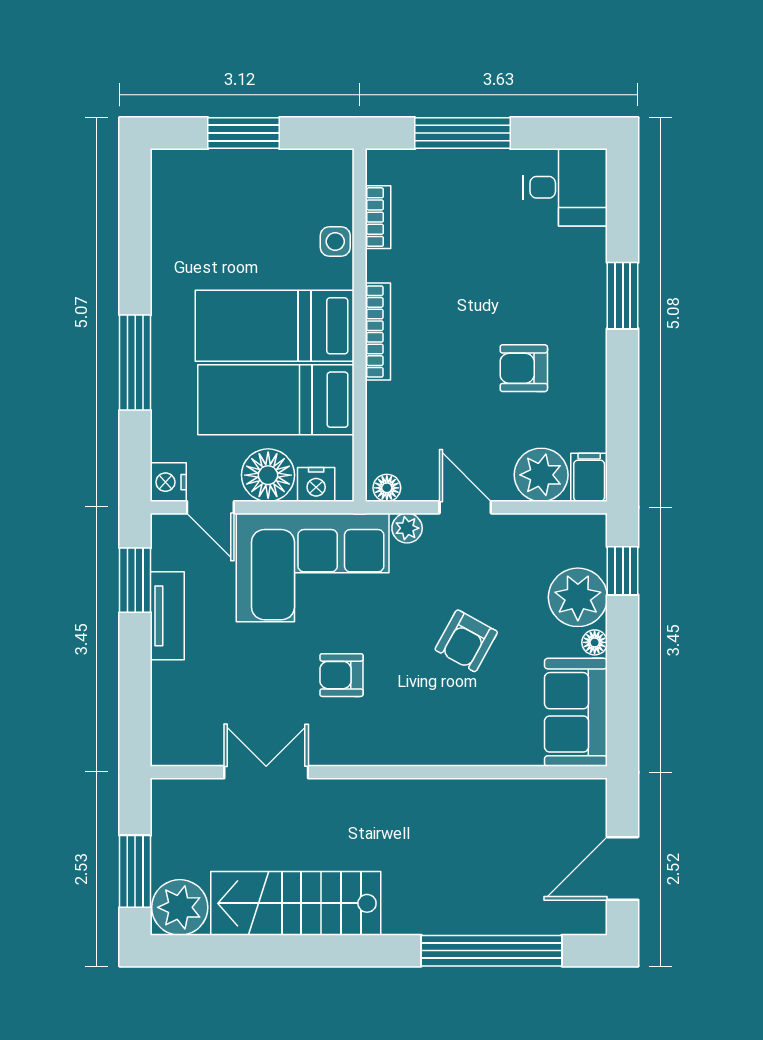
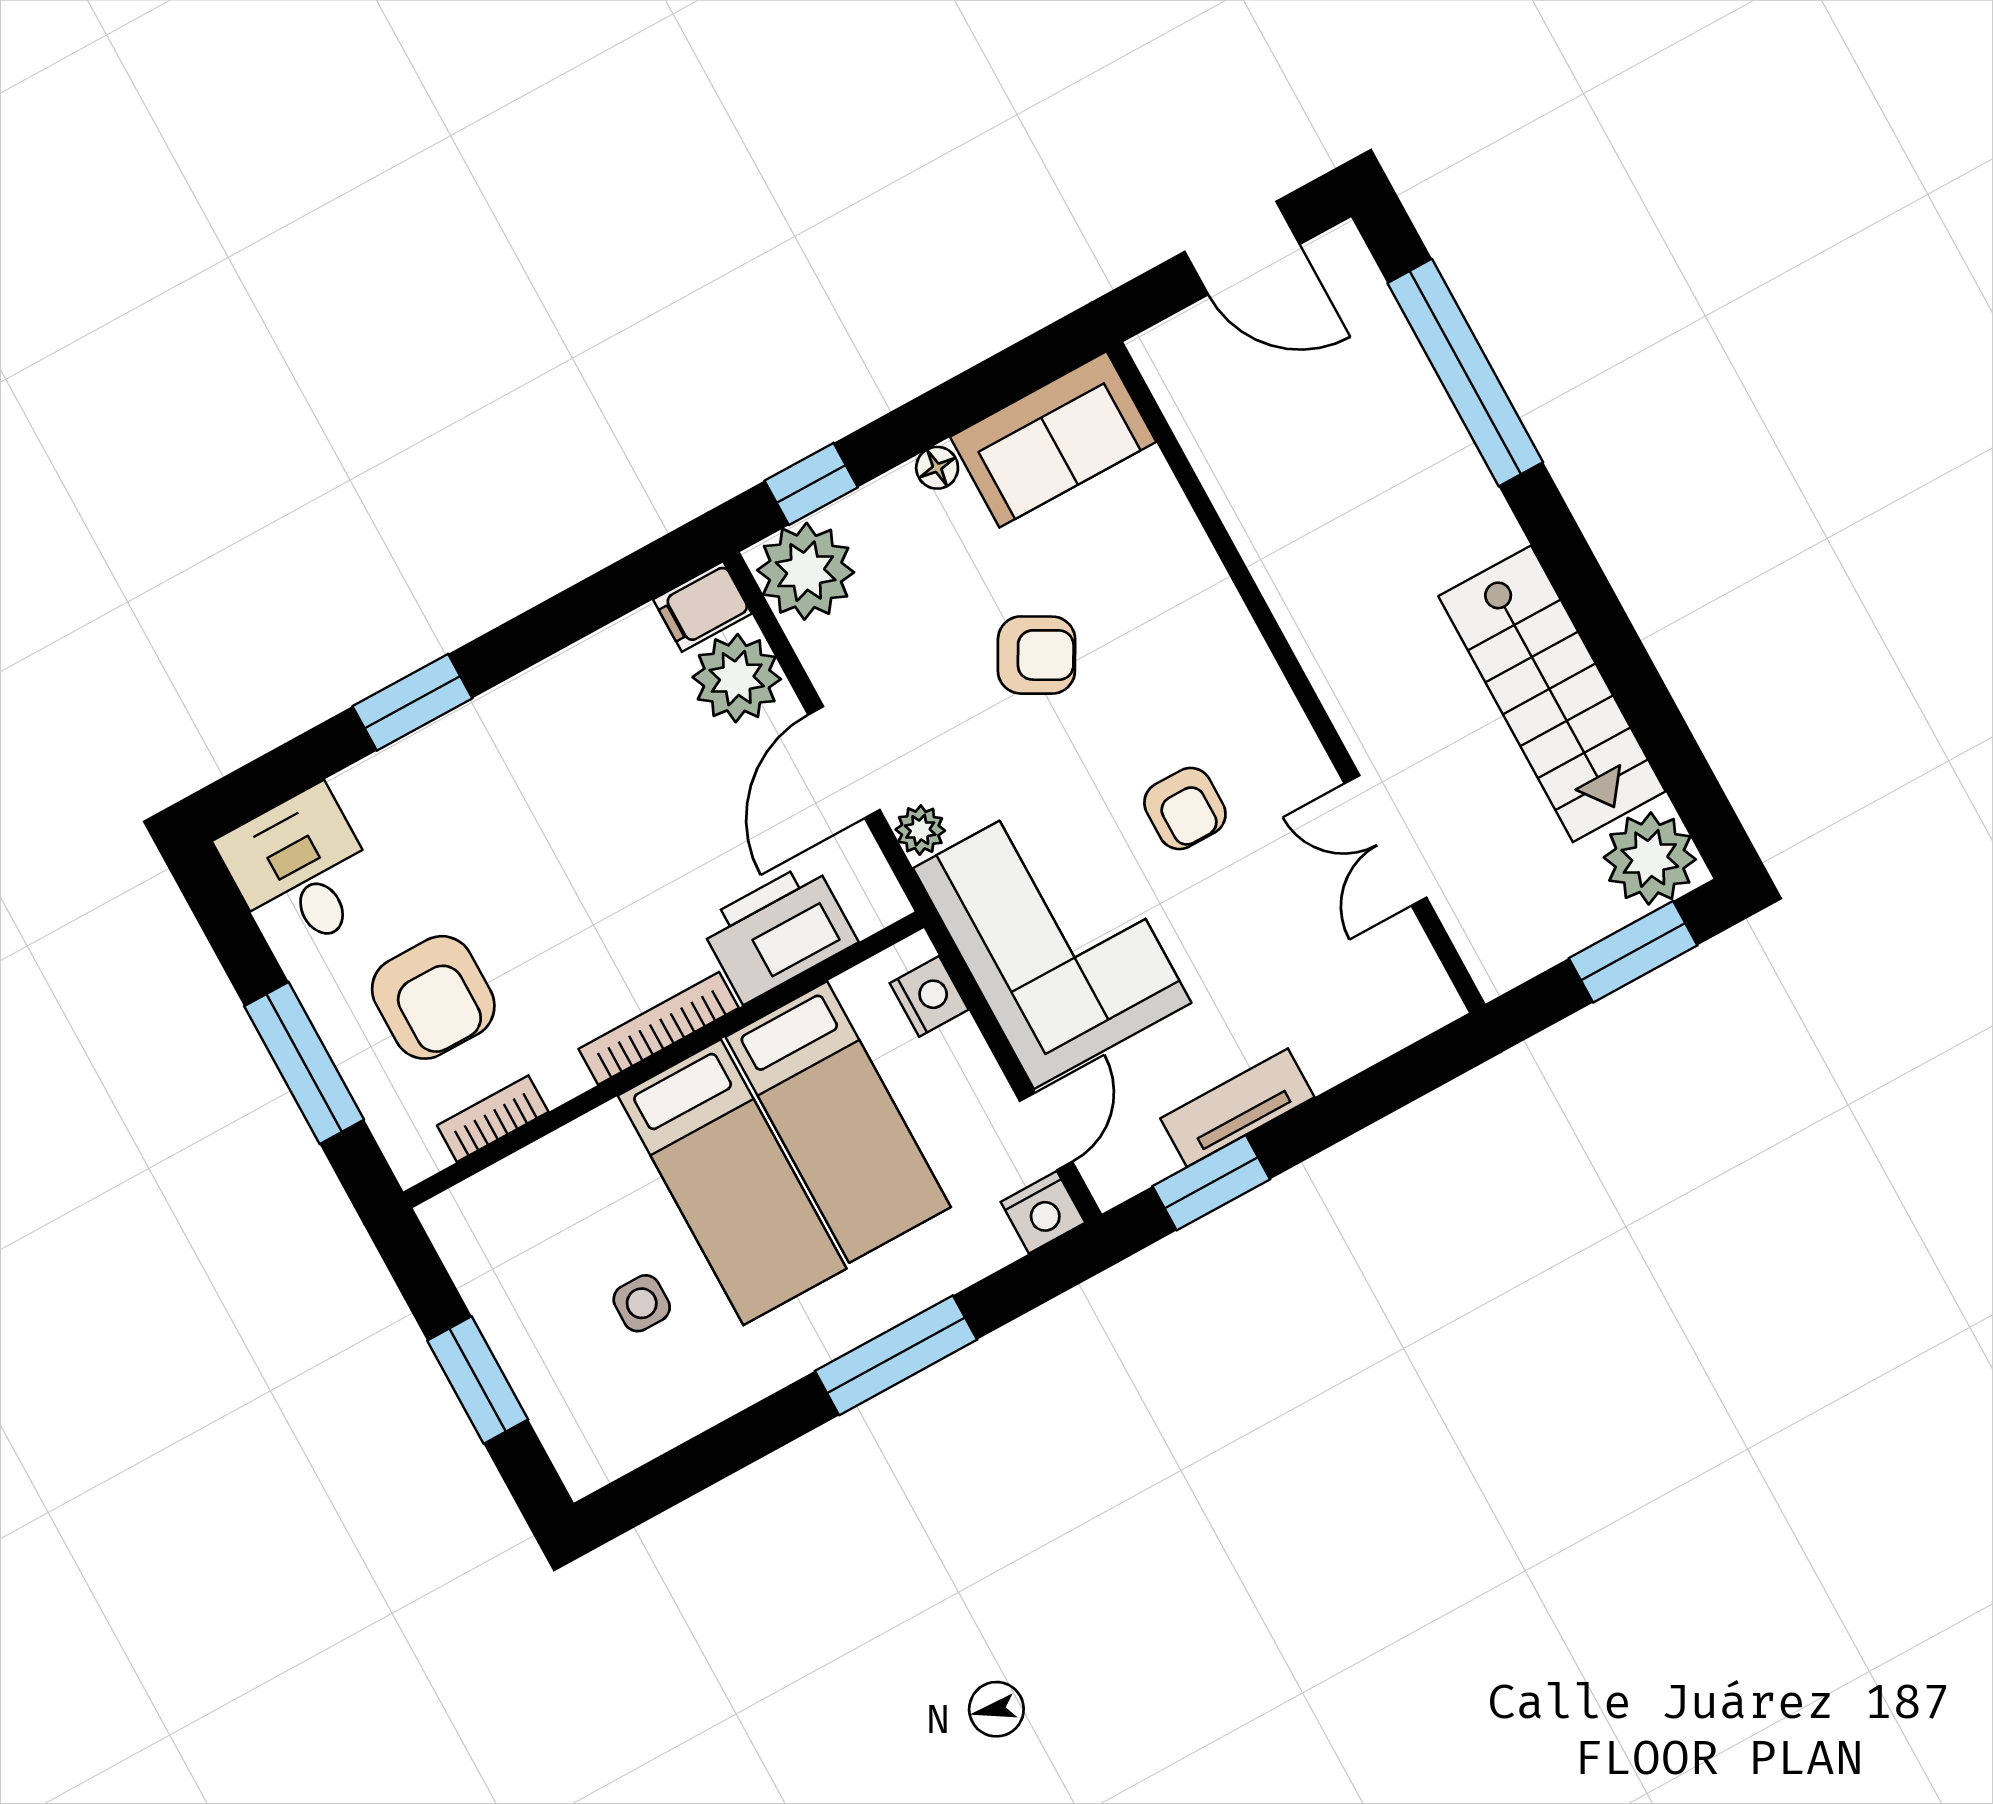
side table: (335, 241) -> (642, 1303), moved
armchair: (524, 368) -> (433, 997), moved, width x1.38, depth x1.38
printer: (394, 423) -> (778, 932), added
floor lamp: (268, 475) -> (954, 1073), removed
floor lamp: (387, 488) -> (878, 891), removed
door: (465, 507) -> (844, 762), width x1.38
plant: (578, 597) -> (806, 571), moved

